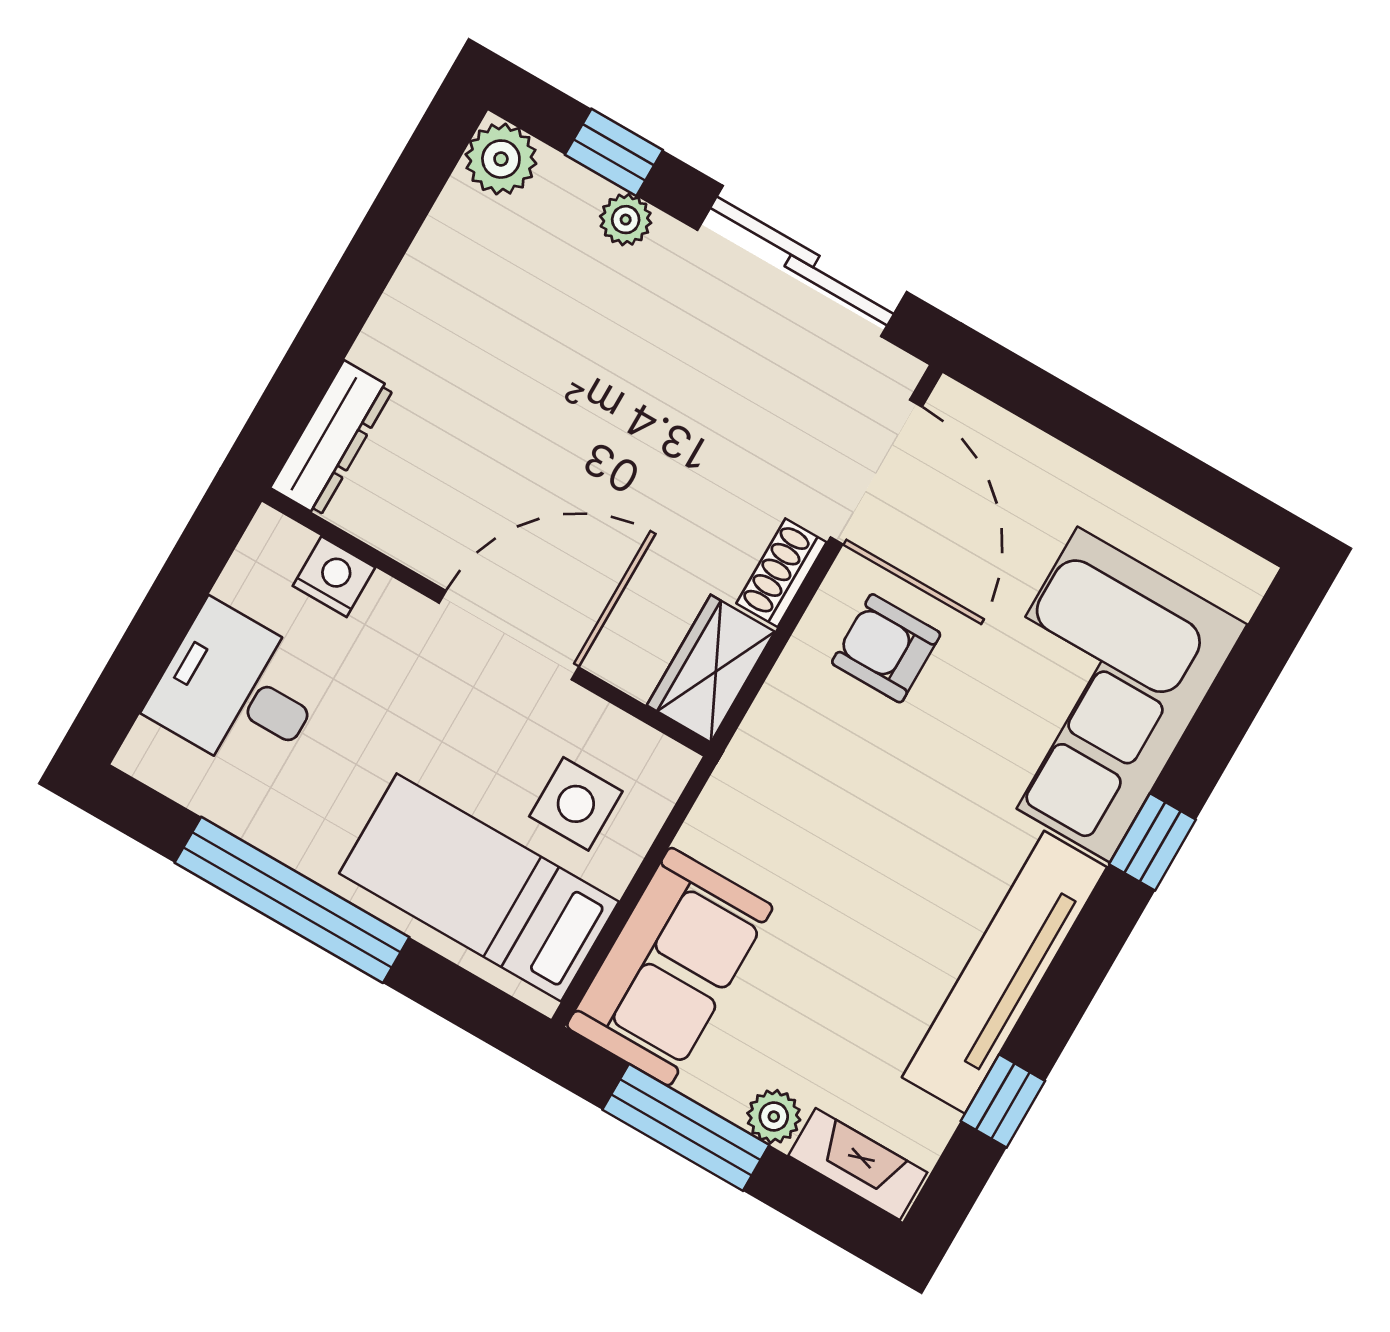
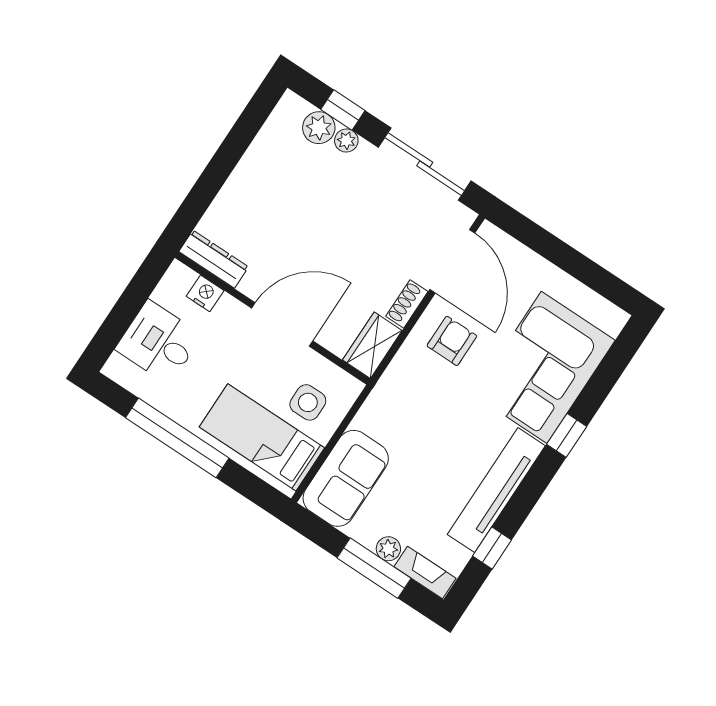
plant: (501, 159) -> (319, 128), moved
dresser: (332, 438) -> (214, 259), moved, turned -90
armchair: (886, 648) -> (452, 341), turned 90
window: (686, 1127) -> (374, 568), moved

